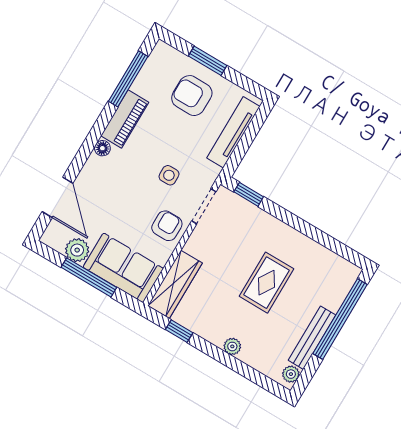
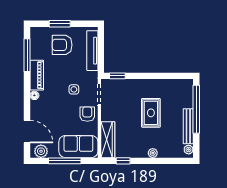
plant: (77, 250) -> (41, 151), moved

